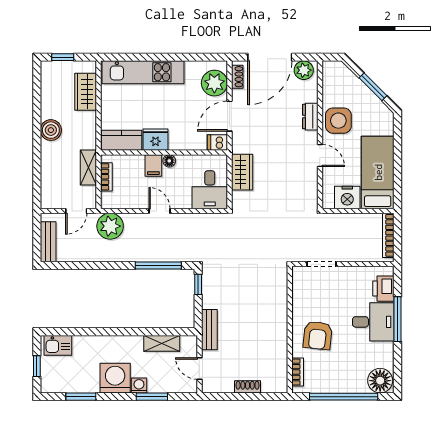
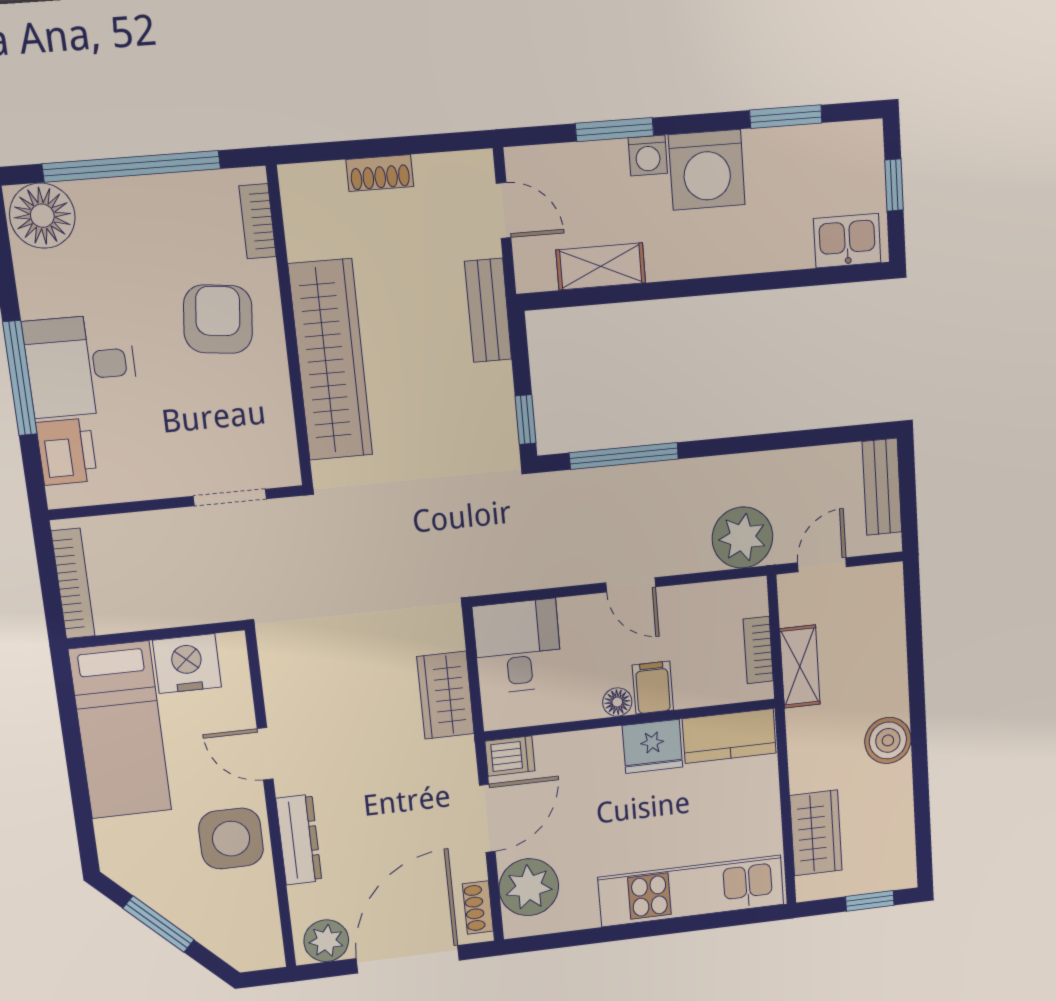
dresser: (310, 117) -> (299, 840), width x1.44
wardrobe: (275, 315) -> (331, 360), added

